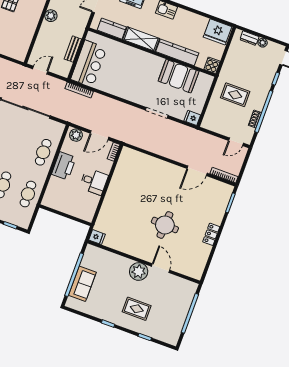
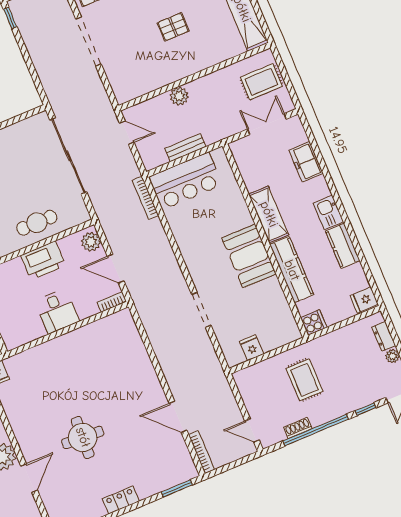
plant: (51, 16) -> (179, 96), moved
kitchen counter: (112, 29) -> (343, 246), moved, turned 180
fridge: (218, 32) -> (364, 300), width x0.53, depth x0.75
booth: (179, 76) -> (249, 256), moved
fridge: (192, 118) -> (252, 348), moved

